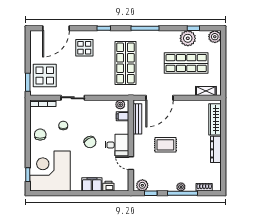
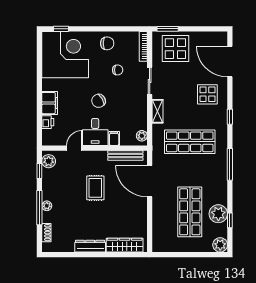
shelving: (206, 91) -> (158, 111), moved
filing cabinet: (123, 116) -> (114, 138), moved

